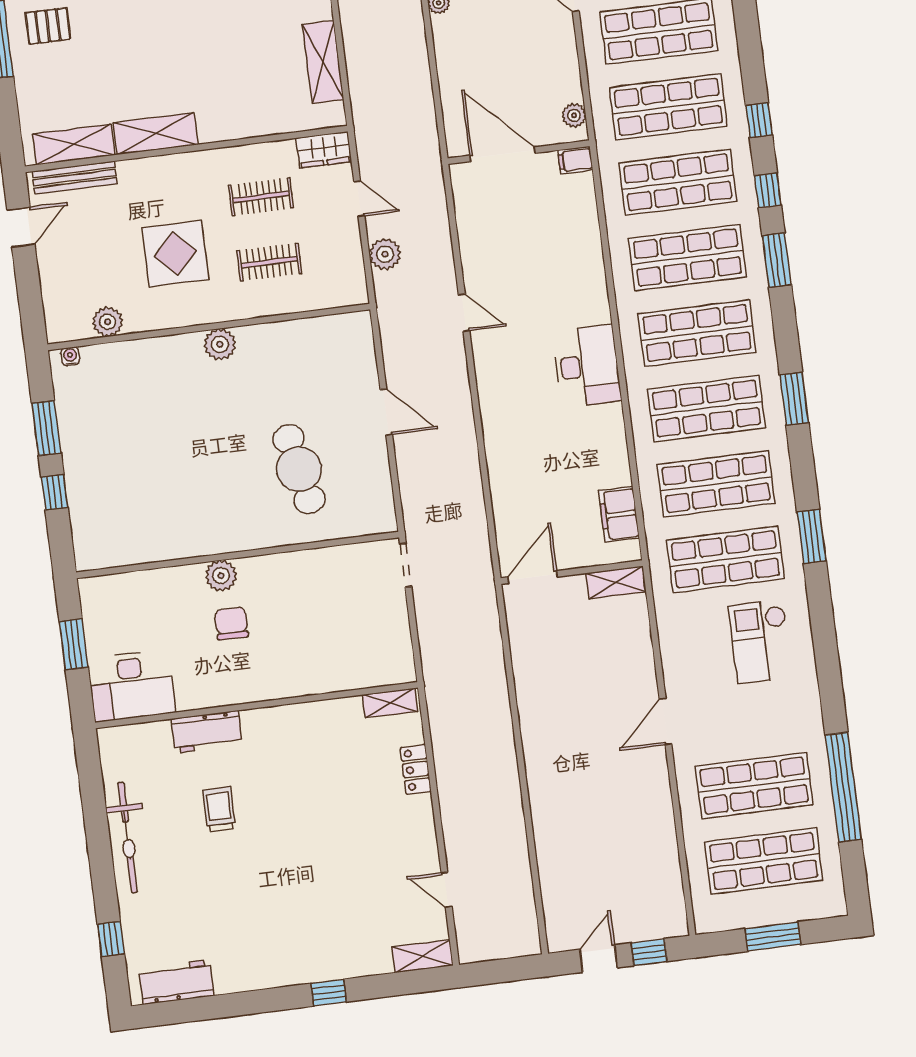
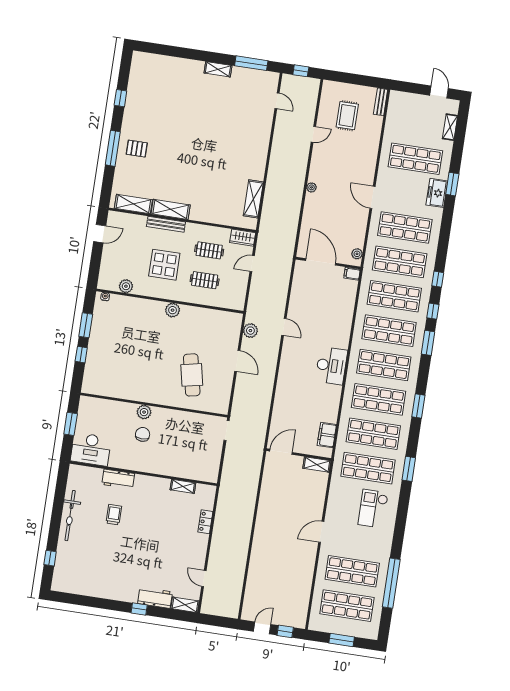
bench: (75, 178) -> (166, 224), moved
door: (359, 199) -> (252, 264), swing flipped
plant: (385, 254) -> (250, 331), moved
shelving: (390, 703) -> (183, 486), moved
workbench: (176, 982) -> (155, 598), moved

